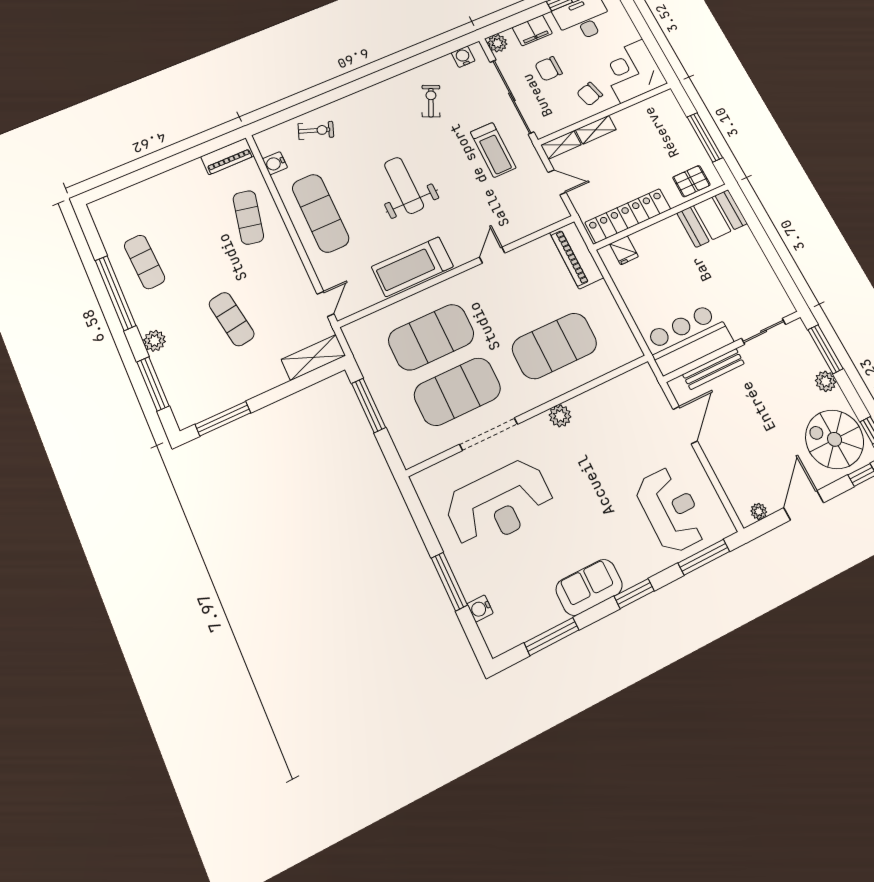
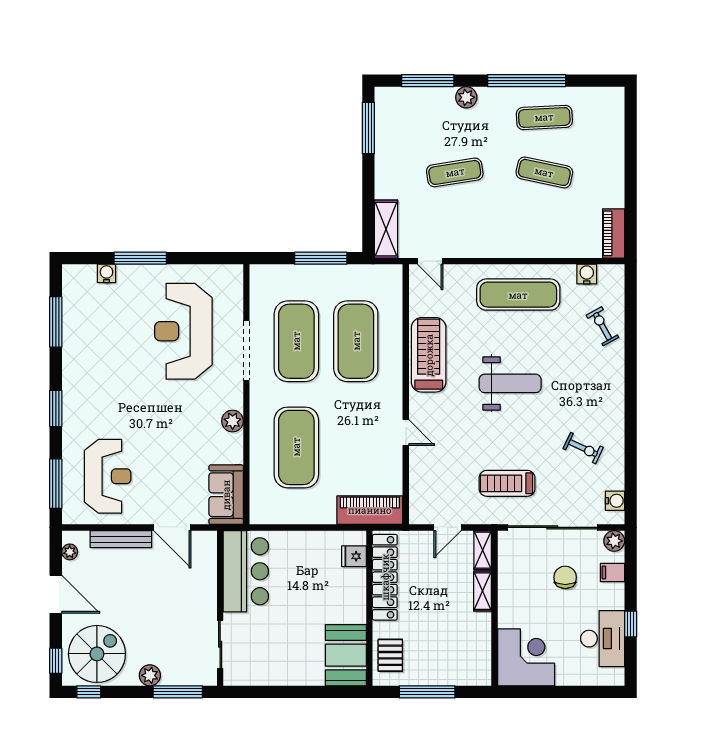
filing cabinet: (532, 30) -> (612, 573), width x0.50
chair: (590, 94) -> (521, 604), removed
exercise bike: (316, 130) -> (602, 326), turned 131
exercise mat: (248, 217) -> (544, 172), moved
bench: (713, 369) -> (121, 539), moved, turned 90
reception desk: (671, 510) -> (108, 476), turned -90
sofa: (589, 587) -> (226, 495), moved, turned 180

